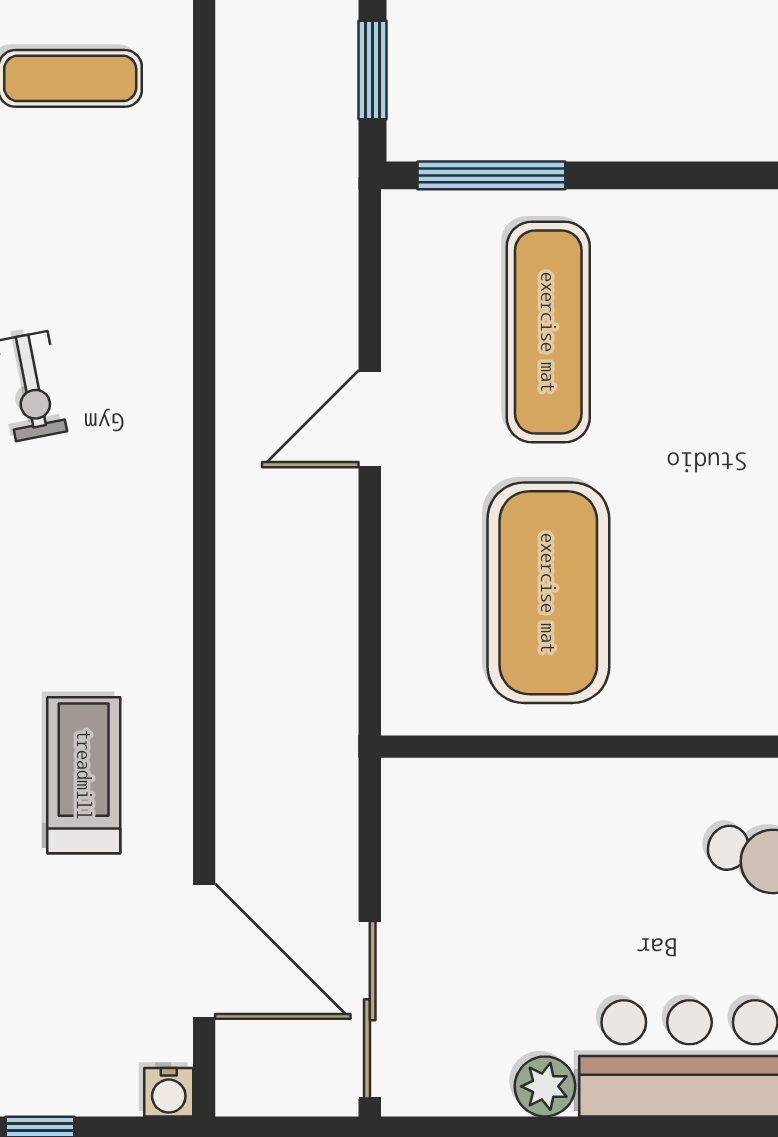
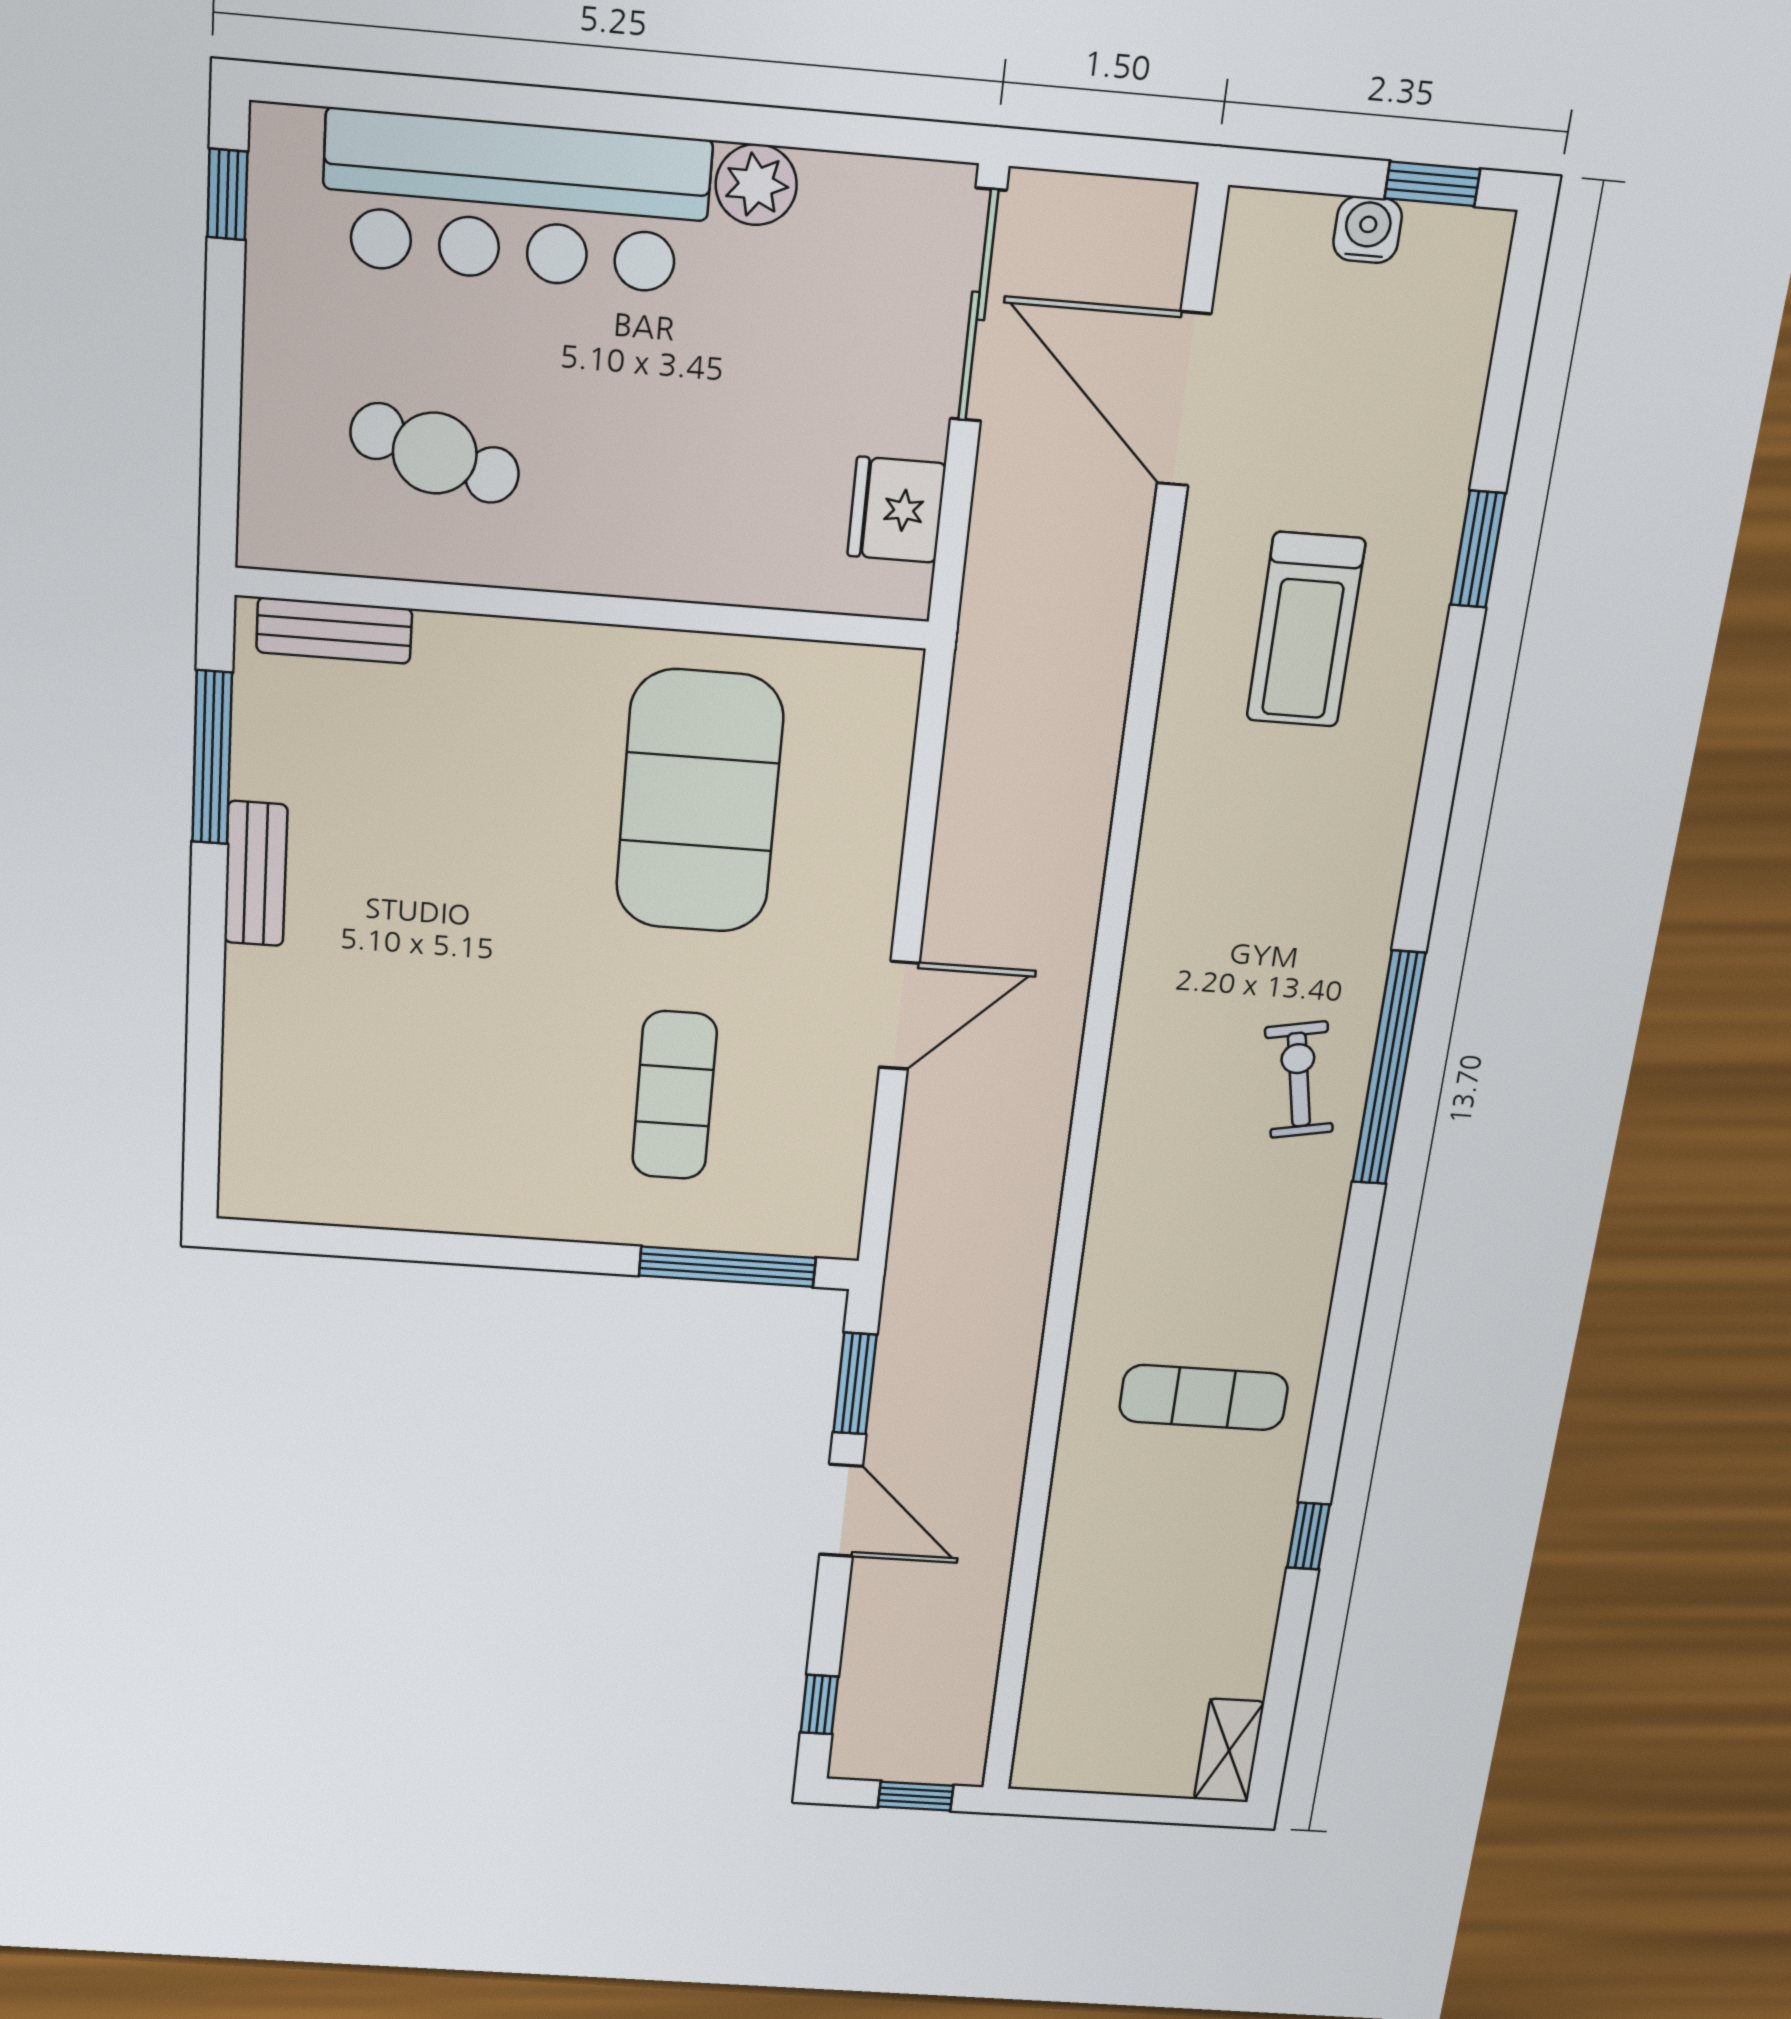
exercise mat: (548, 332) -> (674, 1096), width x0.73, depth x0.69
fridge: (415, 846) -> (897, 510), added
water cooler: (169, 1092) -> (1368, 230), moved

